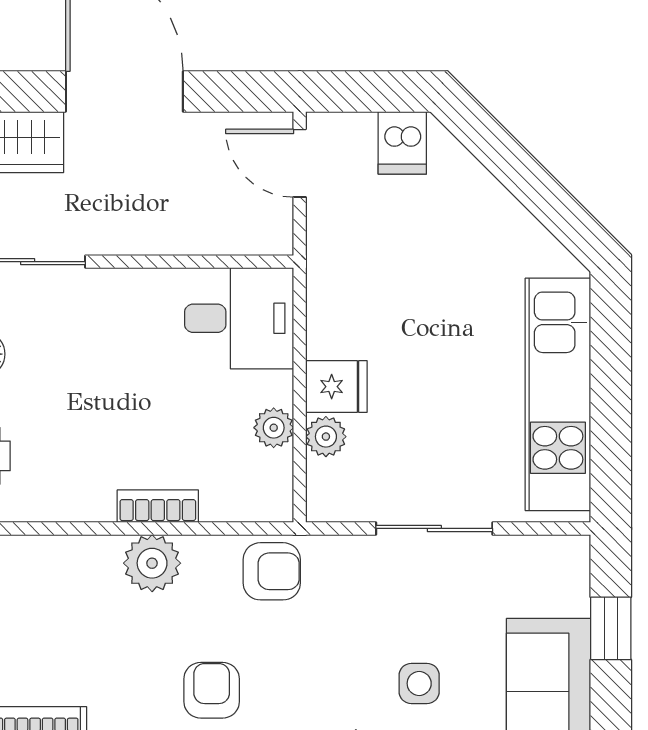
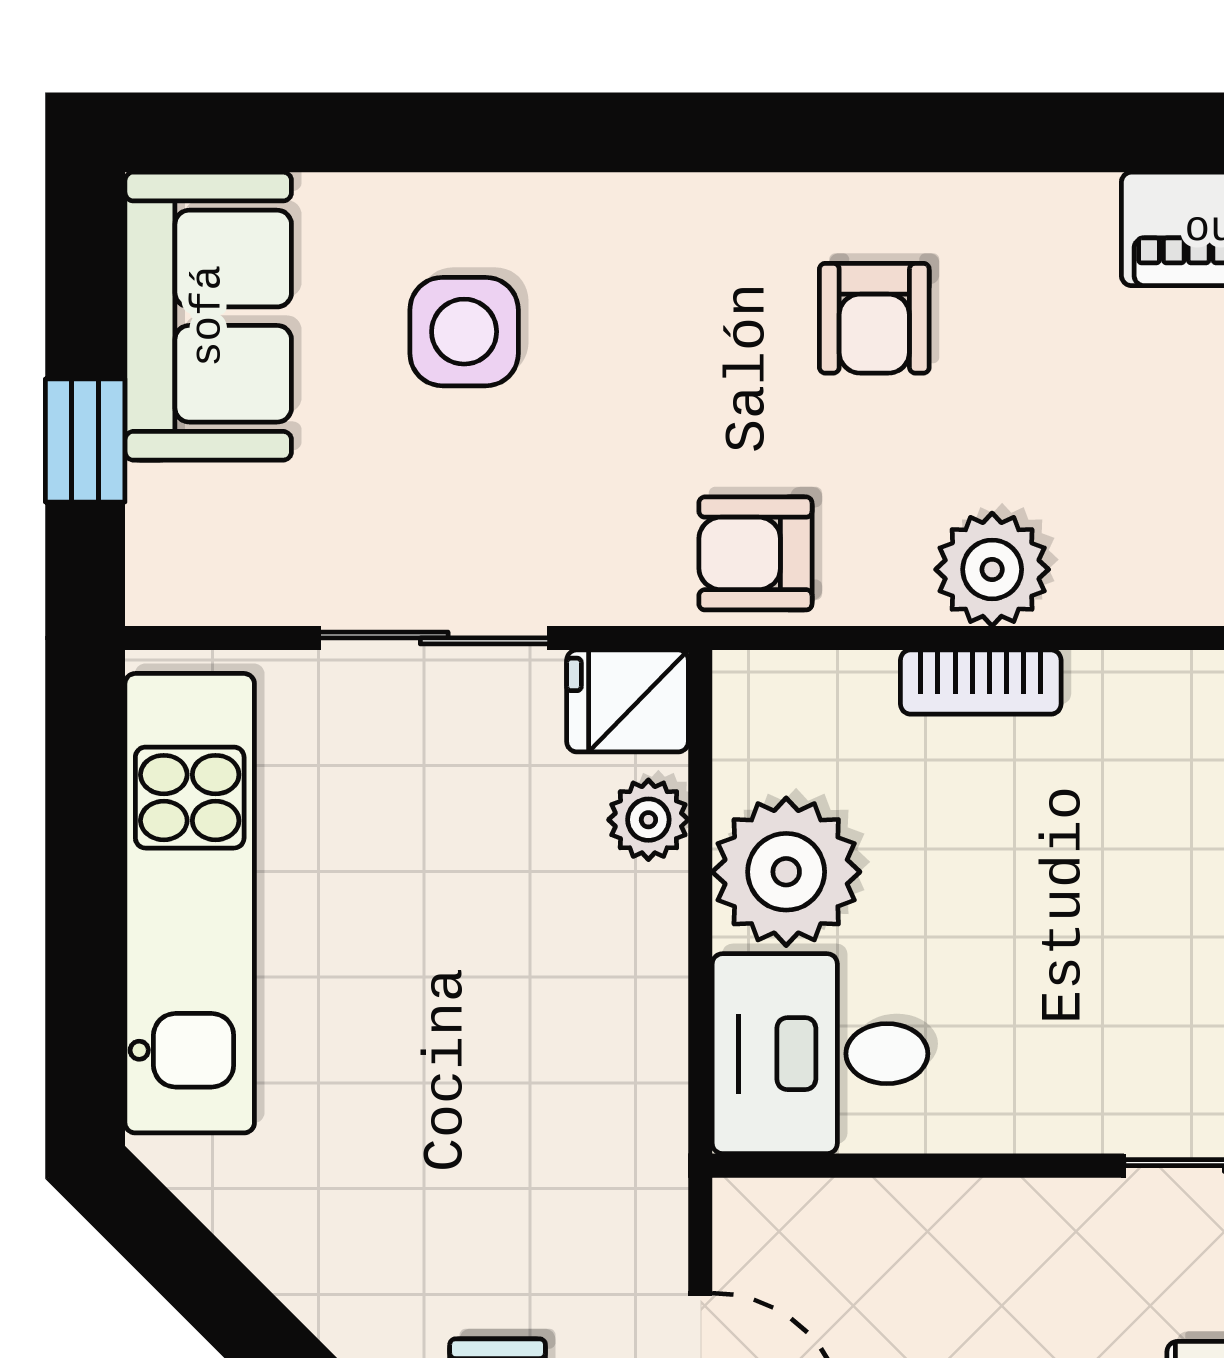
fridge: (336, 387) -> (628, 701), moved
plant: (274, 428) -> (786, 872), width x1.88, depth x1.88
side table: (419, 683) -> (464, 332), width x1.37, depth x1.37

